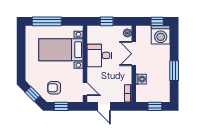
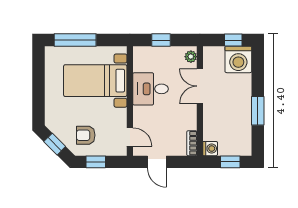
washing machine: (141, 79) -> (210, 149), moved

